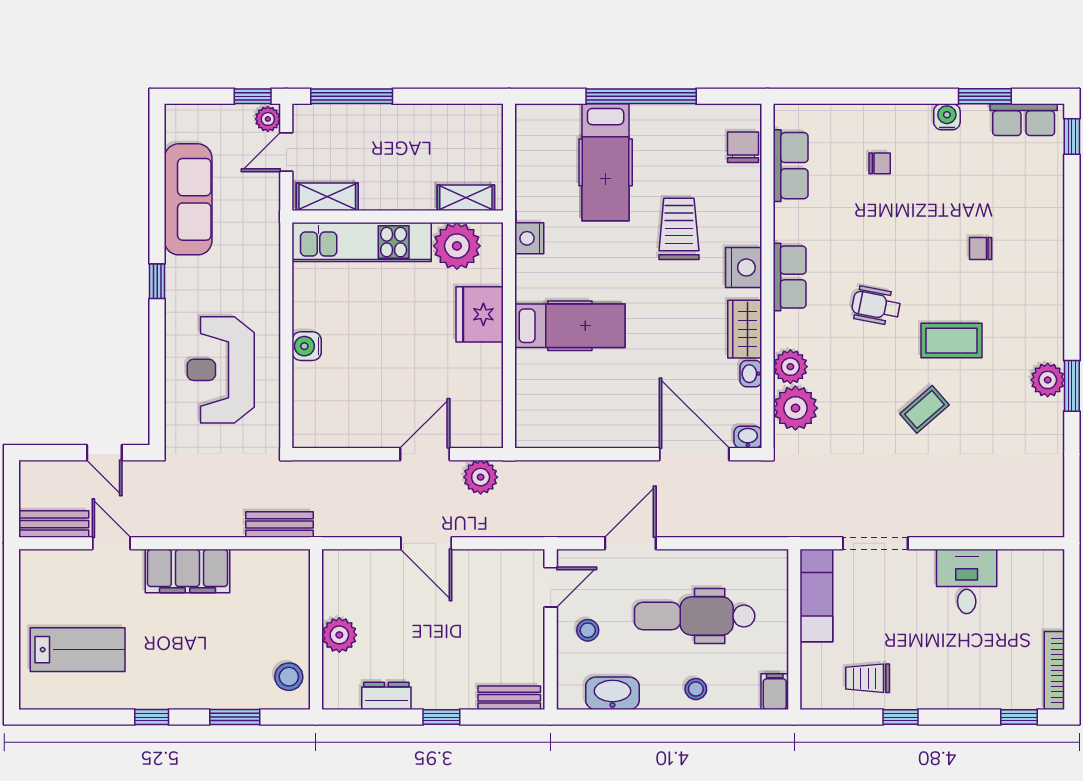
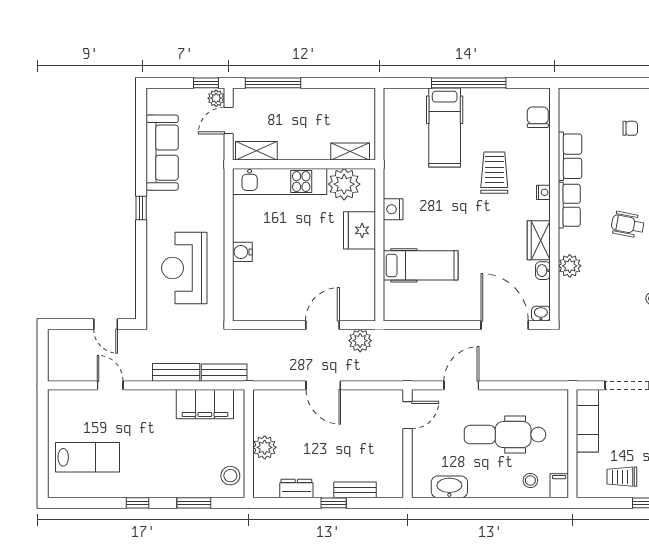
row of seats: (791, 166) -> (570, 156), moved
nightstand: (529, 238) -> (393, 209), moved
nightstand: (744, 267) -> (543, 192), width x0.53, depth x0.56
hospital bed: (570, 326) -> (421, 265), moved
plant: (795, 408) -> (573, 294), removed
bench: (54, 524) -> (176, 372), moved
filing cabinet: (187, 571) -> (205, 404), moved
stool: (588, 630) -> (433, 444), removed
stool: (696, 689) -> (530, 480), moved
bench: (509, 698) -> (355, 490), moved

